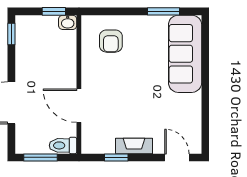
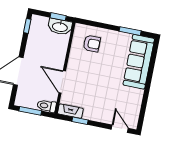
washbasin: (68, 22) -> (60, 27), width x1.91, depth x1.45
armchair: (111, 41) -> (92, 44), turned -90
fireplace: (134, 146) -> (70, 111), moved

